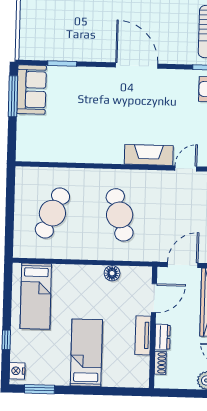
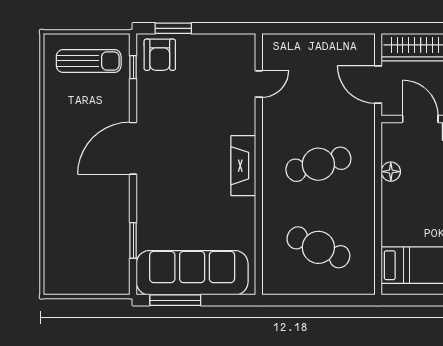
sofa: (31, 90) -> (192, 273), width x1.85, depth x1.27
fireplace: (149, 155) -> (243, 166), moved
door: (186, 168) -> (259, 84), swing flipped

